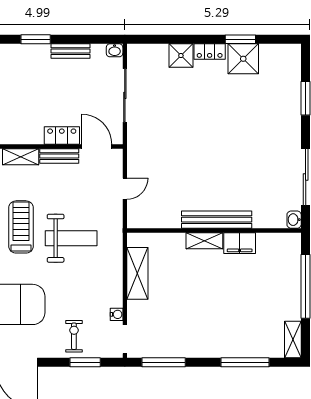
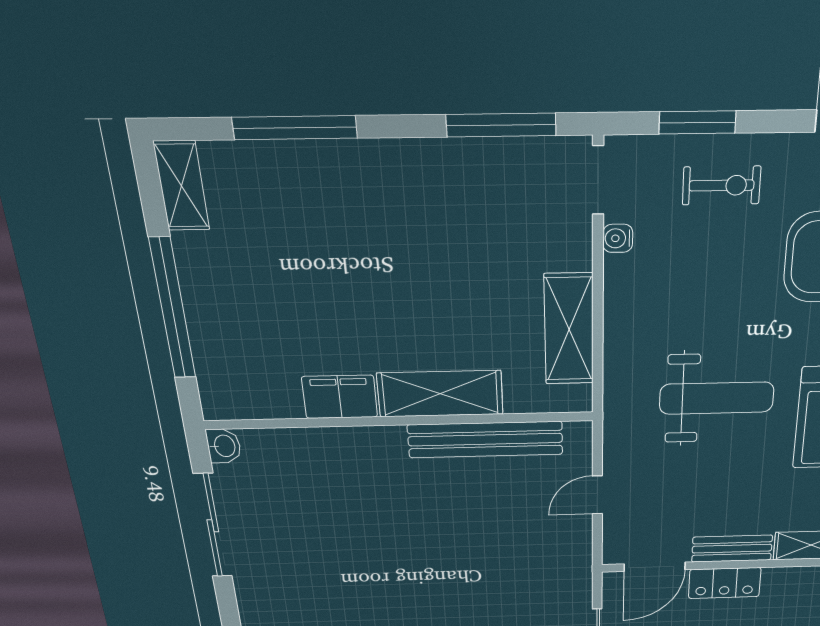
door: (97, 147) -> (655, 567), hinge flipped
bench: (217, 220) -> (485, 440), moved
weight bench: (71, 238) -> (717, 398), turned 180
shelving: (204, 241) -> (440, 394), width x1.50, depth x1.33
exercise bike: (74, 336) -> (722, 185), turned -90

